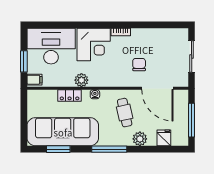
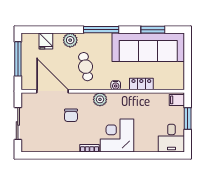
desk: (51, 46) -> (171, 138), width x0.53, depth x0.77
plant: (81, 80) -> (100, 99), moved

